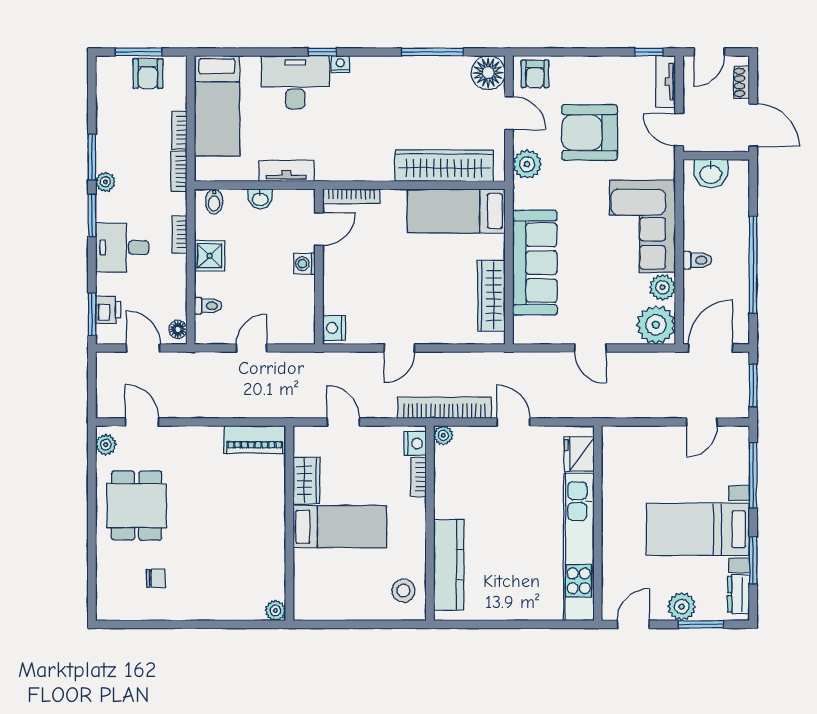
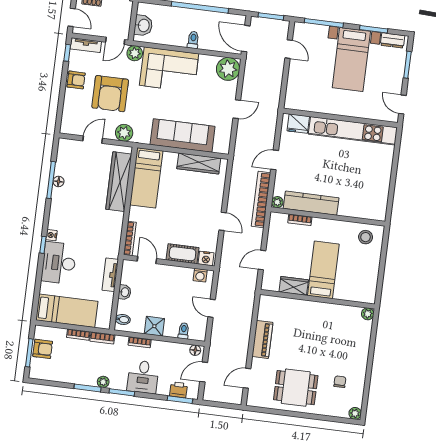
floor lamp: (488, 73) -> (59, 181), moved, width x0.53, depth x0.53
armchair: (535, 74) -> (76, 80), moved
washing machine: (305, 264) -> (200, 275), moved
plant: (663, 287) -> (135, 53), moved
cot: (337, 288) -> (183, 254), added
piano: (255, 440) -> (262, 339), moved
nightstand: (415, 443) -> (280, 219), removed
plant: (106, 445) -> (355, 413), moved
kitchen counter: (449, 565) -> (311, 203), moved
plant: (682, 607) -> (396, 75), removed

